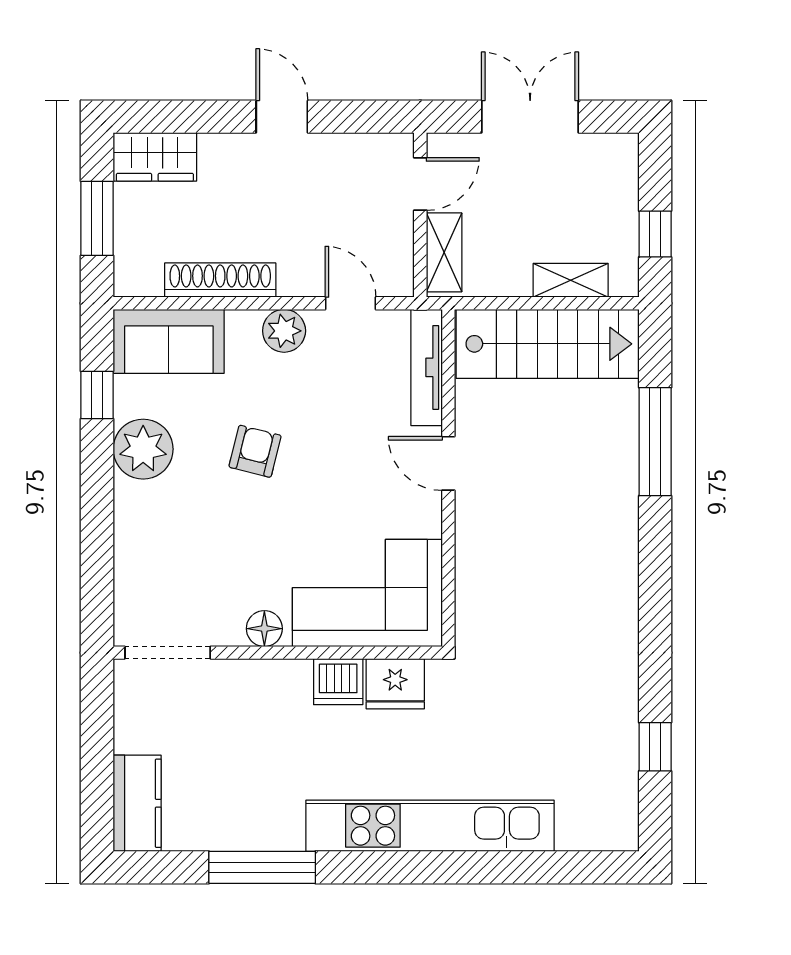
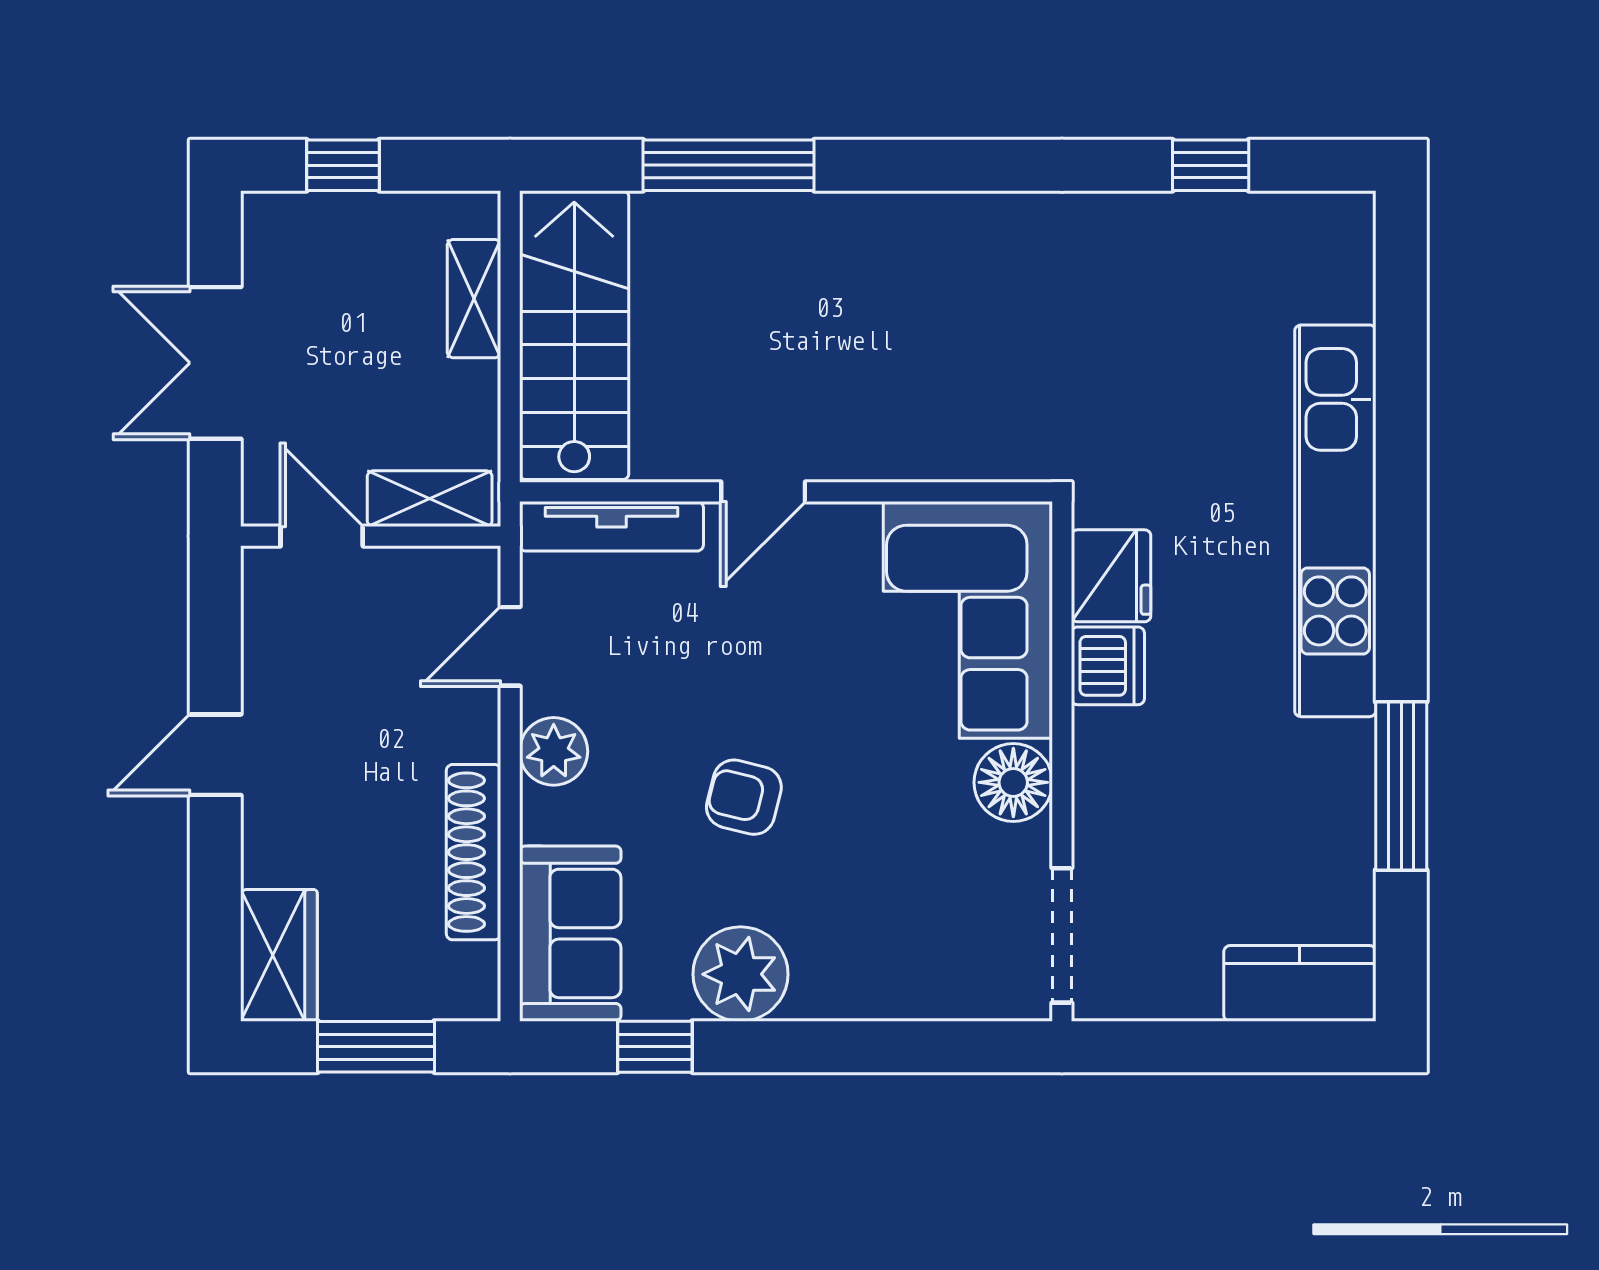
window: (655, 234) -> (343, 165), moved
floor lamp: (264, 629) -> (1013, 782), width x1.38, depth x1.38

